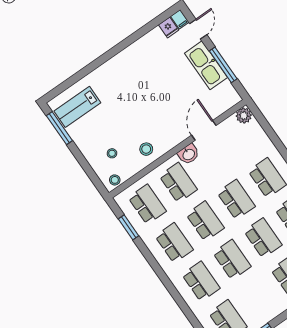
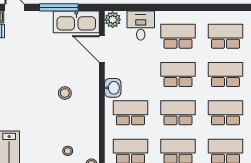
kitchen sink: (206, 65) -> (76, 22), moved
door: (204, 130) -> (102, 49), moved
desk: (255, 142) -> (141, 26), added
stool: (146, 149) -> (65, 93), moved

